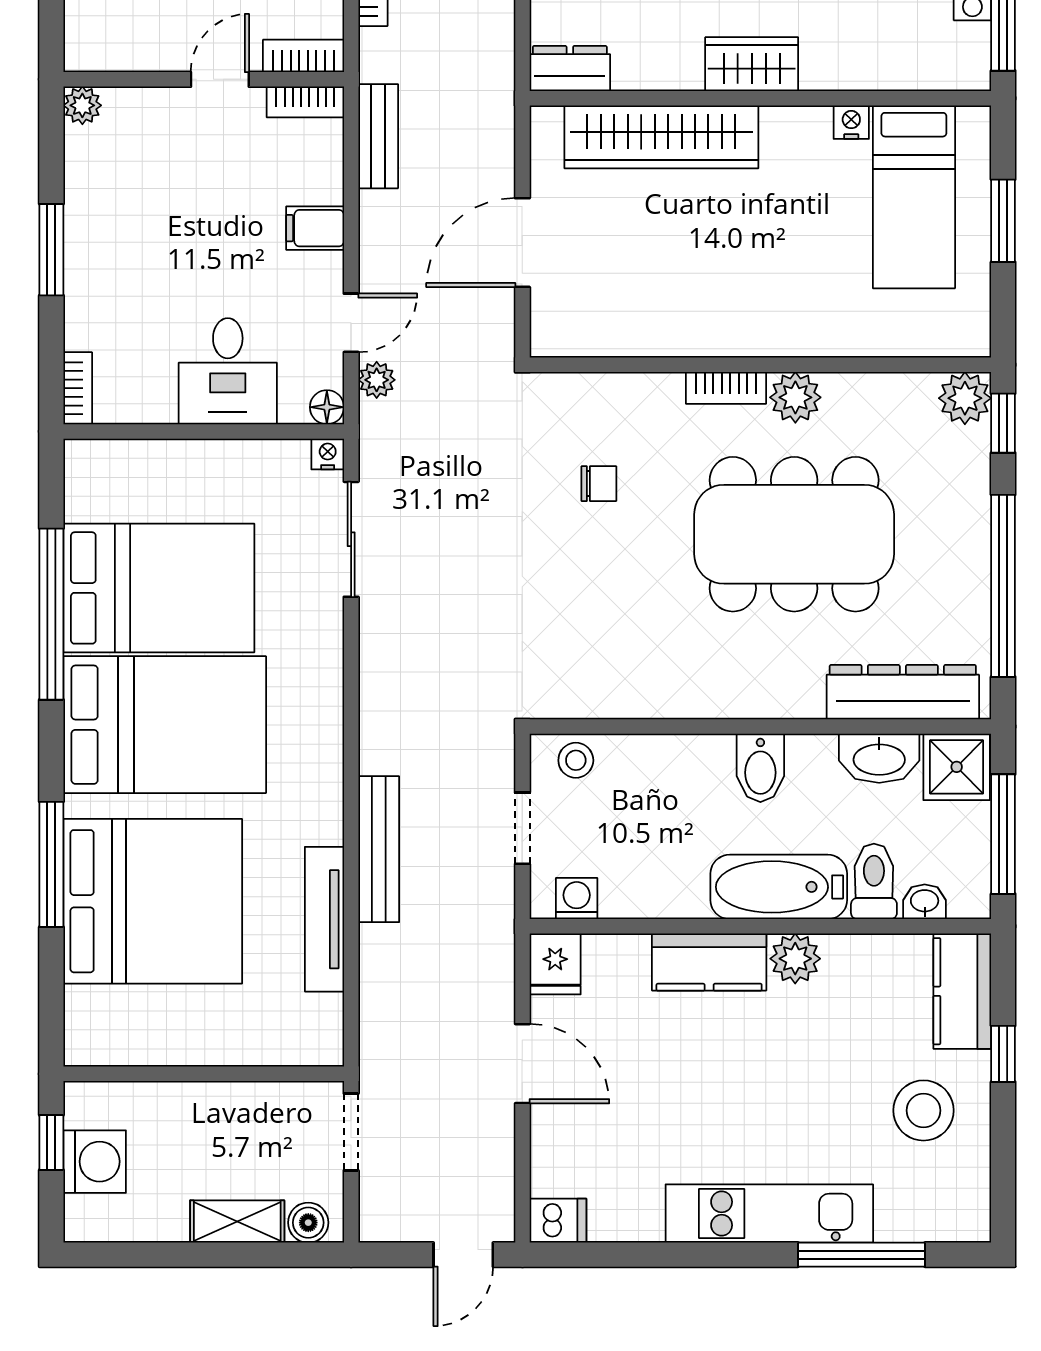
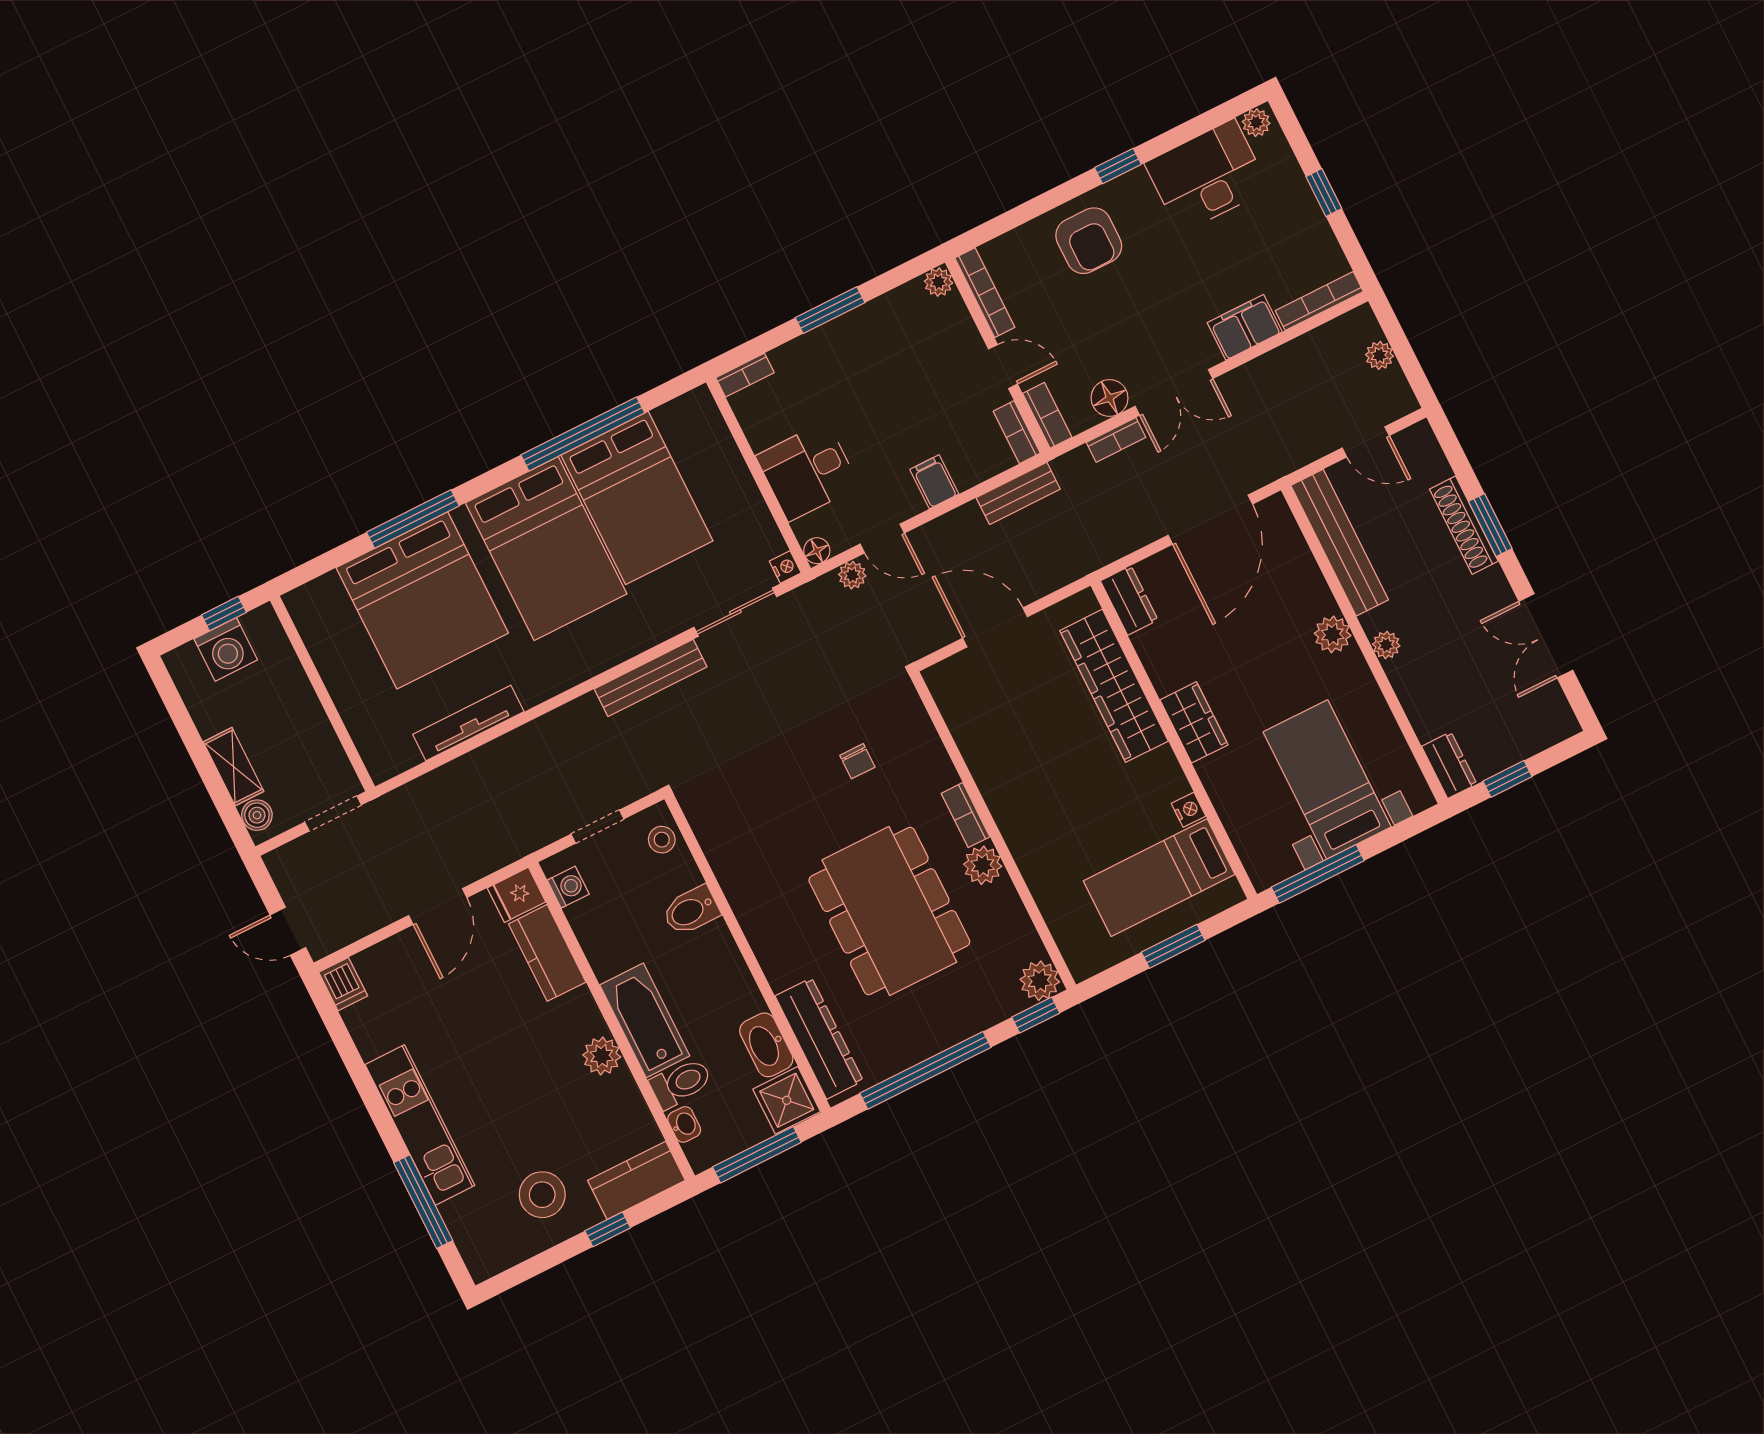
bookcase: (122, 57) -> (985, 293), added
bidet: (760, 768) -> (691, 911), moved
bench: (379, 849) -> (651, 678), moved
kitchen counter: (709, 962) -> (547, 953), moved

